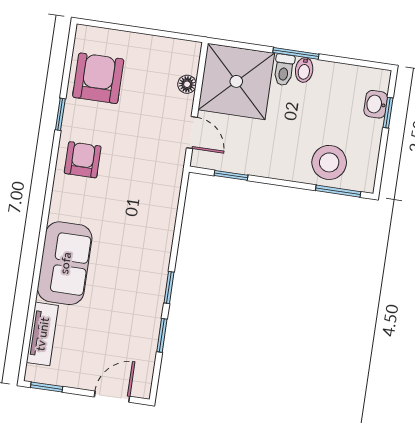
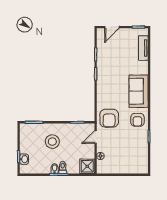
armchair: (98, 78) -> (109, 118), moved
shower: (236, 81) -> (87, 166), width x0.54, depth x0.54
door: (192, 133) -> (96, 137), hinge flipped
stool: (329, 162) -> (52, 142), moved
sofa: (65, 263) -> (139, 91), moved

